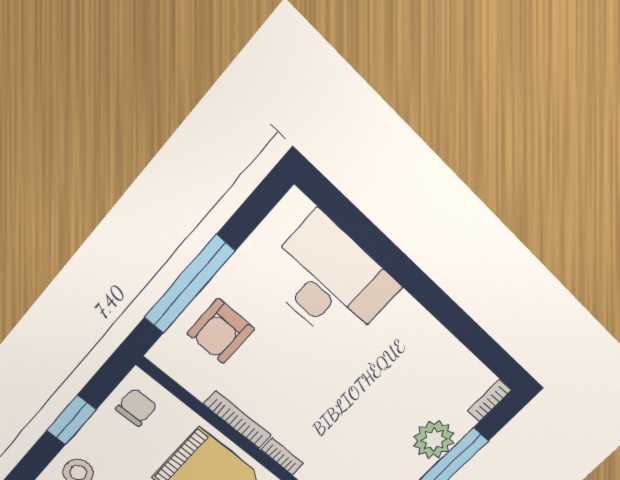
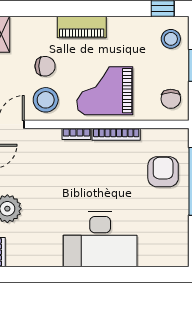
desk: (330, 281) -> (100, 239), moved

